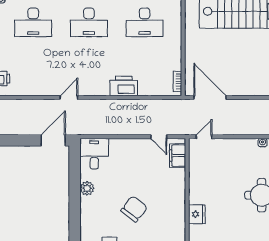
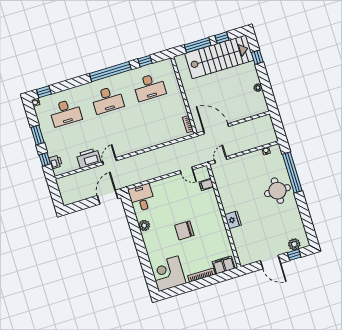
printer: (124, 86) -> (89, 158), moved
filing cabinet: (178, 156) -> (206, 185), width x0.50
chair: (134, 209) -> (184, 230), turned -128

